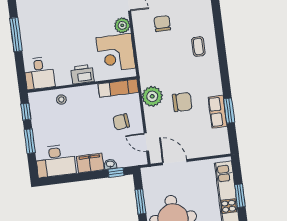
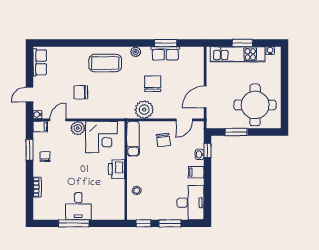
coffee table: (198, 46) -> (105, 63), width x1.86, depth x1.72
desk: (39, 73) -> (78, 206), moved, turned 90
plant: (215, 79) -> (136, 52), added
filing cabinet: (90, 163) -> (196, 172), width x0.50

